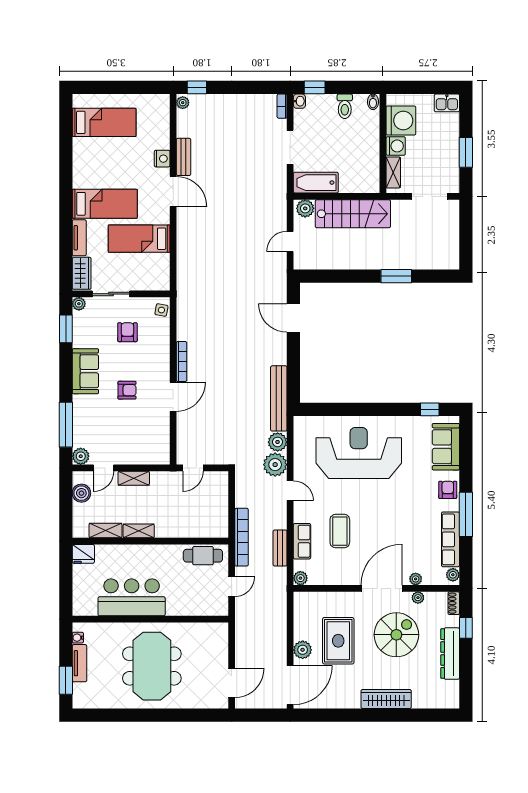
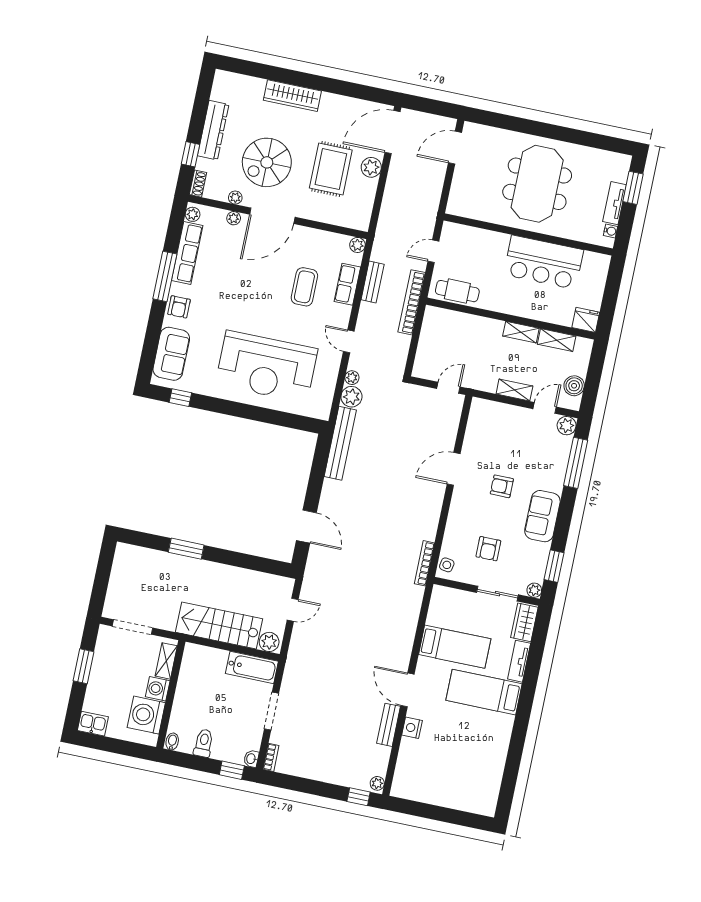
bed: (104, 122) -> (466, 780), removed
bookcase: (182, 362) -> (425, 563), moved
plant: (275, 465) -> (352, 378), width x0.53, depth x0.53

